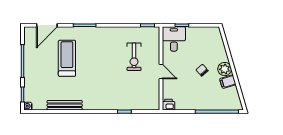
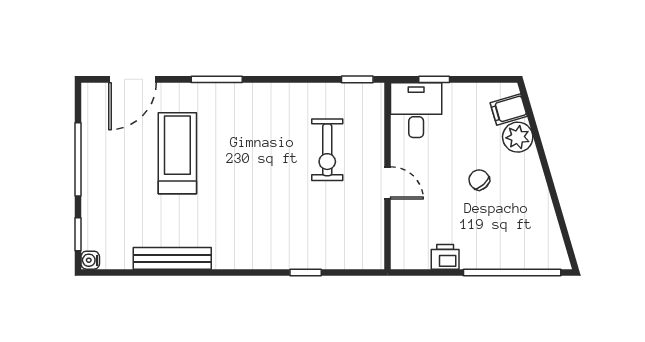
plant: (225, 69) -> (518, 137), moved
filing cabinet: (228, 82) -> (509, 110), moved
printer: (169, 105) -> (445, 257), moved

